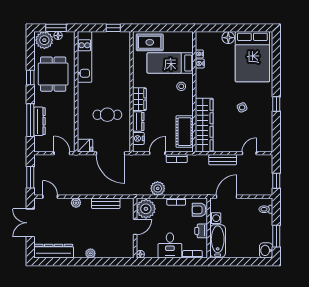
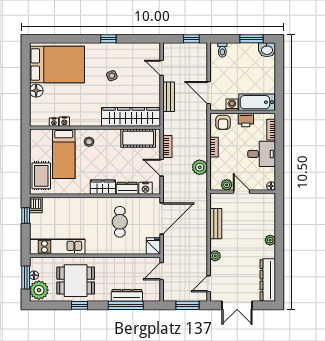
dishwasher: (123, 37) -> (36, 205), added
plant: (146, 209) -> (227, 185), width x0.53, depth x0.53

